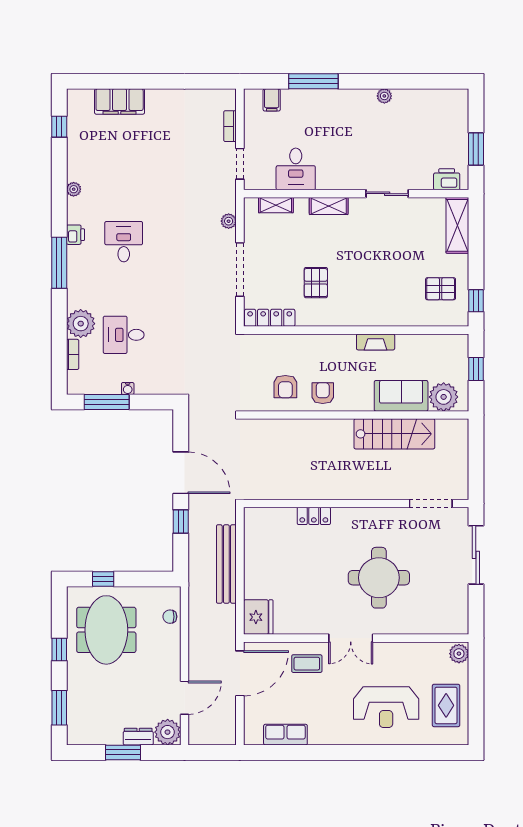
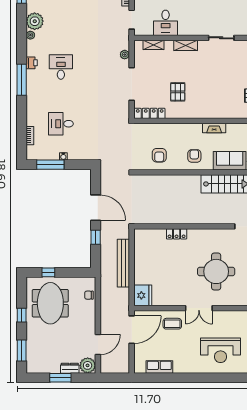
plant: (81, 324) -> (35, 21), moved
armchair: (323, 393) -> (194, 156), moved

